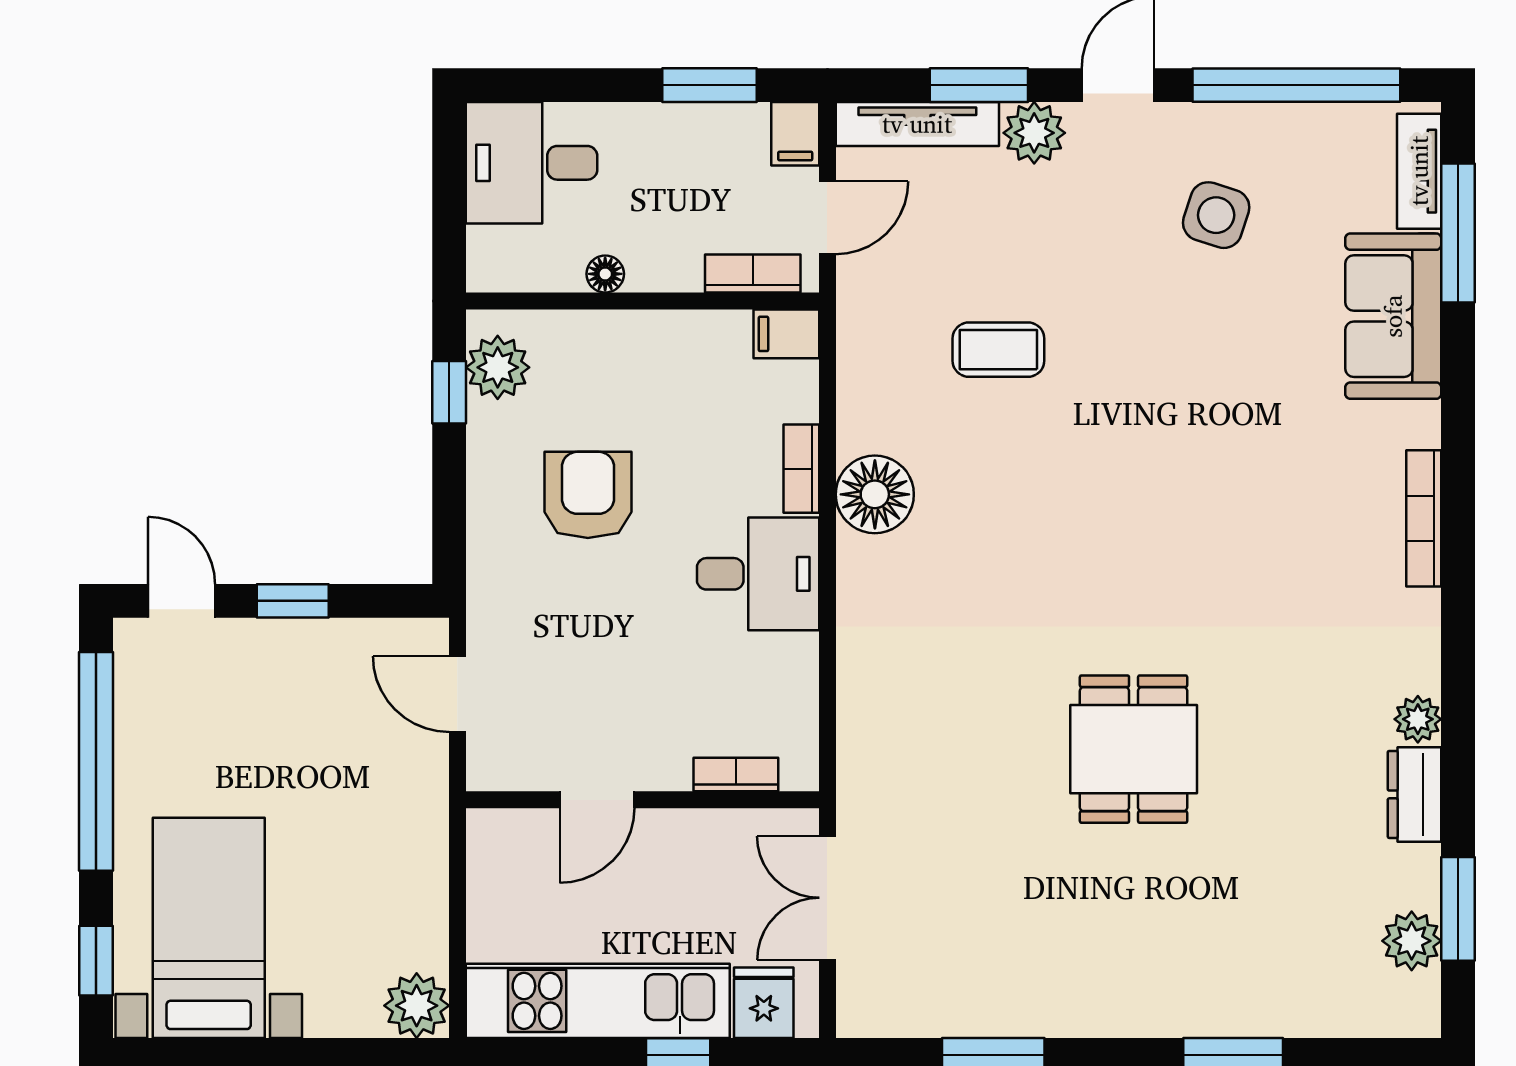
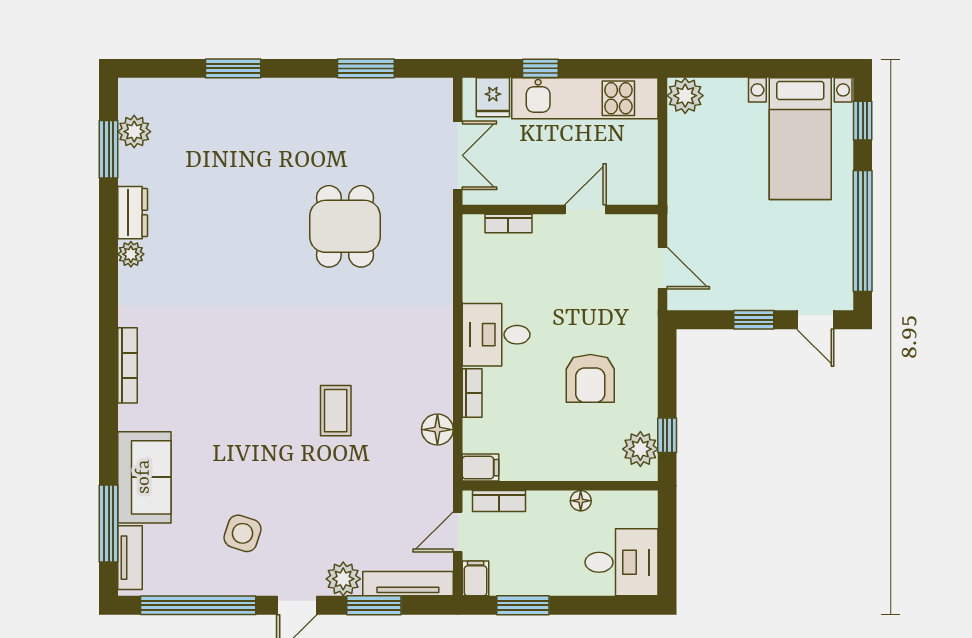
coffee table: (998, 350) -> (336, 411), moved, turned 90
floor lamp: (875, 494) -> (437, 430), moved, width x0.73, depth x0.73
dining table: (1134, 749) -> (345, 226), moved

